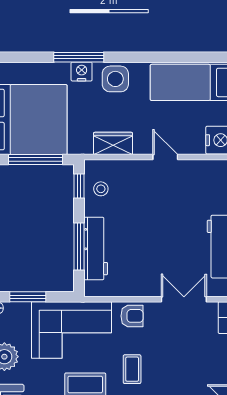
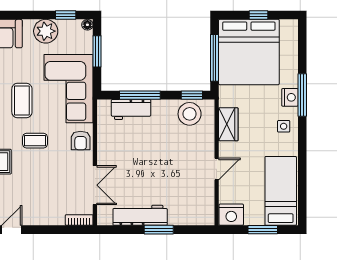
side table: (115, 79) -> (284, 126), width x0.54, depth x0.54
stool: (101, 189) -> (190, 114), width x1.89, depth x1.89
workbench: (96, 249) -> (131, 109), width x0.73

